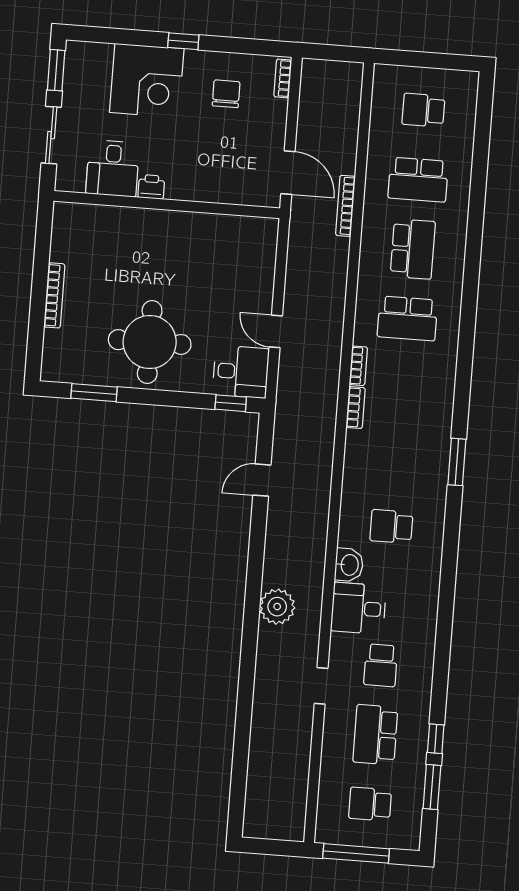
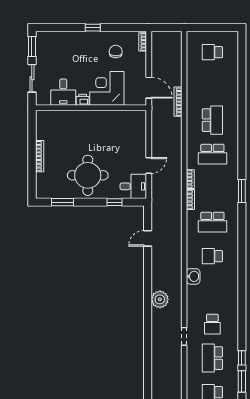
corner desk: (147, 80) -> (107, 88), moved, turned 180
school desk: (418, 180) -> (212, 222), moved
door: (276, 331) -> (149, 165), swing flipped
window: (231, 403) -> (114, 202), moved
window: (457, 462) -> (242, 191), moved
desk: (358, 608) -> (199, 297), removed

